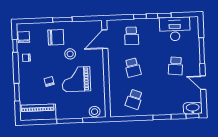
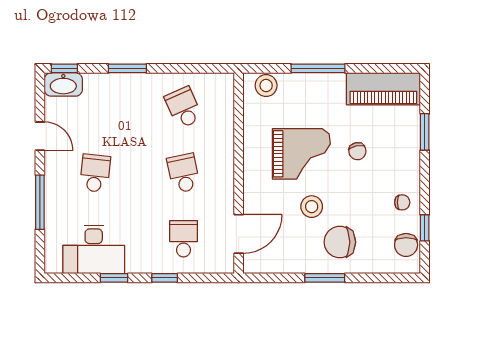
school desk: (134, 99) -> (184, 108), turned -45

